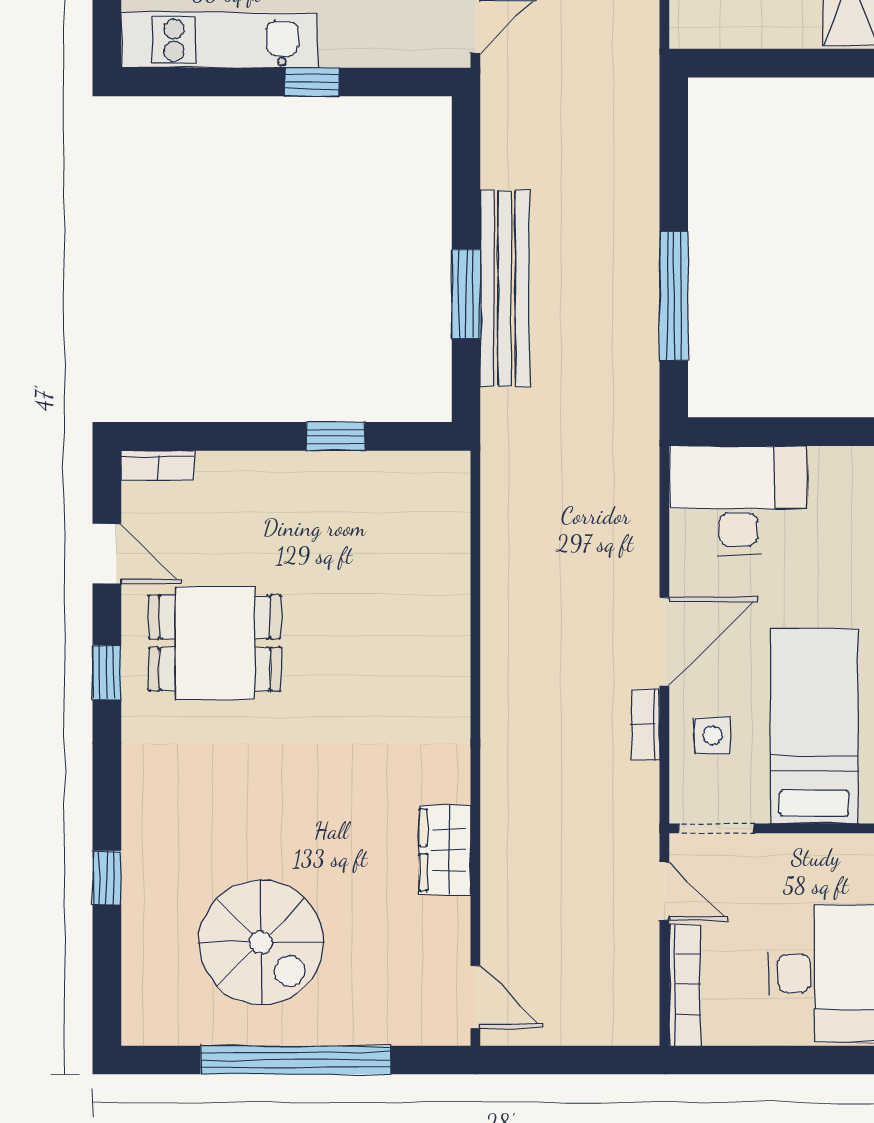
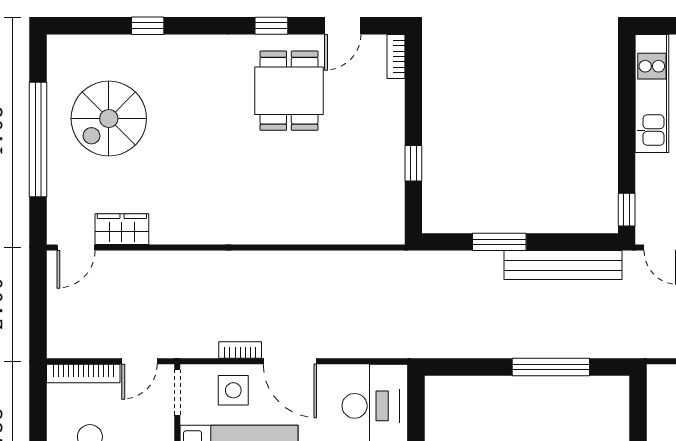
window: (312, 82) -> (627, 210), moved
bench: (504, 289) -> (563, 265), moved
window: (674, 296) -> (551, 367), moved
side table: (713, 735) -> (233, 390), width x1.37, depth x1.37
wardrobe: (445, 850) -> (122, 229), moved

